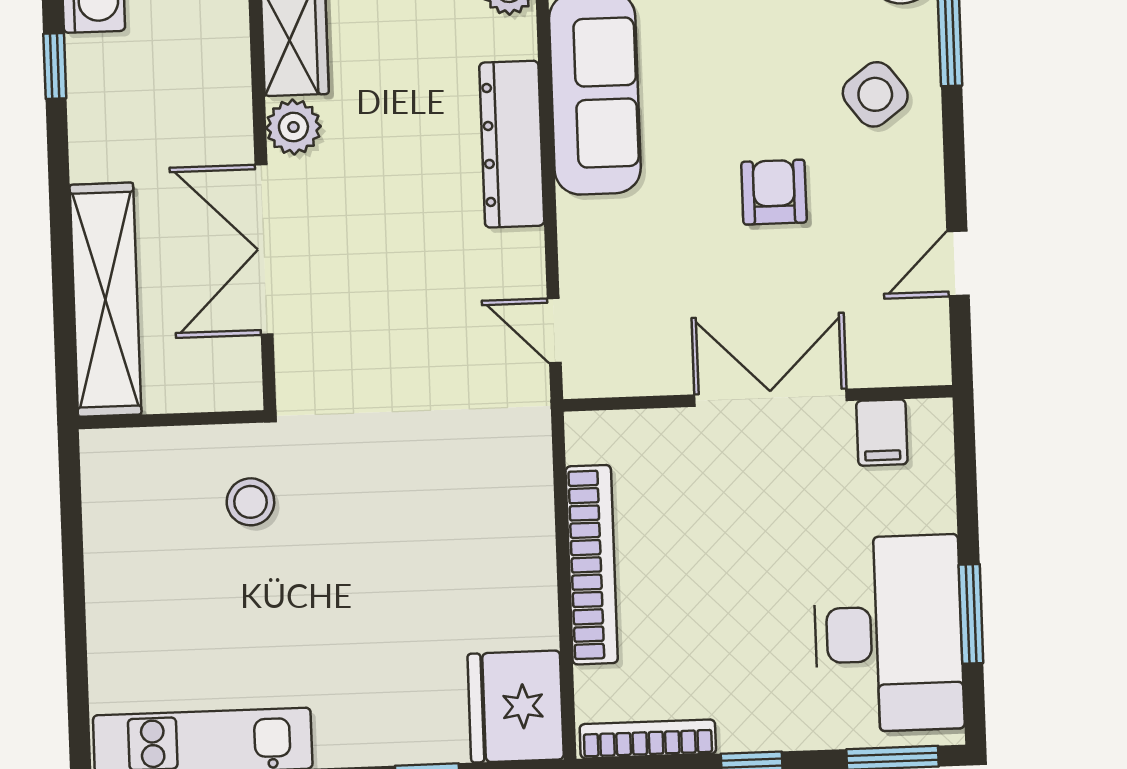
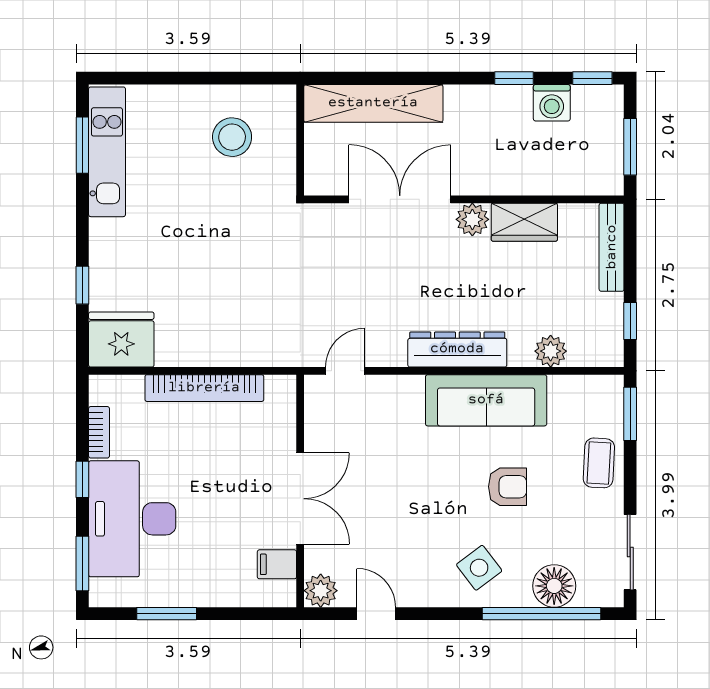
armchair: (774, 192) -> (508, 487), moved
plant: (923, 358) -> (321, 591), added
stool: (250, 502) -> (232, 137), moved, width x1.38, depth x1.38
desk: (888, 634) -> (132, 519), moved, turned 90
bookcase: (648, 739) -> (99, 432), width x0.64

